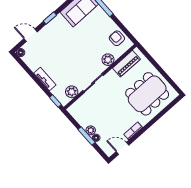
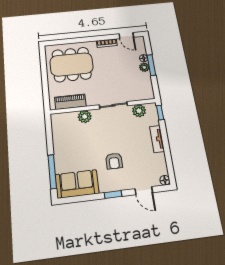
armchair: (117, 38) -> (114, 161), moved

